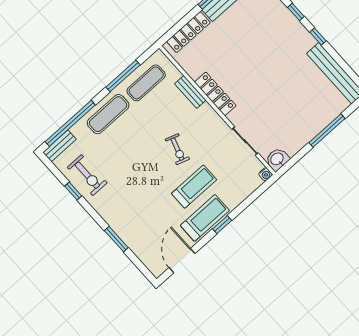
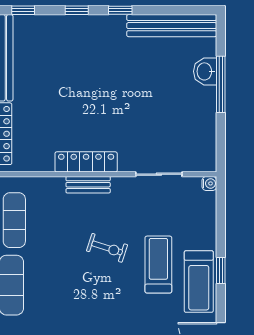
bench: (190, 92) -> (88, 185), moved
washbasin: (277, 159) -> (205, 71), moved
treadmill: (205, 218) -> (199, 282), turned 180

